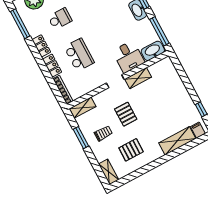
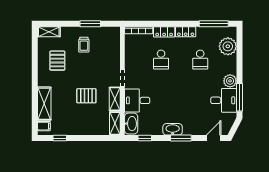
window: (159, 31) -> (145, 138), width x0.46
school desk: (79, 55) -> (161, 60), width x0.54
shelving: (83, 108) -> (115, 123), moved
pallet: (126, 114) -> (86, 96), moved

